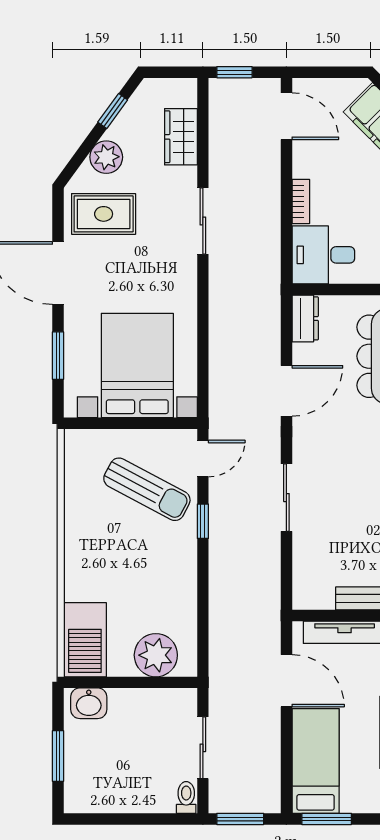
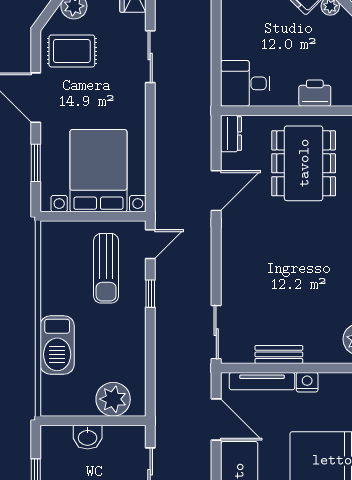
bookcase: (301, 202) -> (228, 41), removed
sun lounger: (147, 489) -> (106, 268), turned 62
sliding door: (286, 498) -> (216, 332), moved
barbecue: (85, 640) -> (57, 345), moved
washbasin: (89, 703) -> (88, 437), moved

